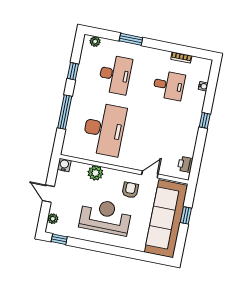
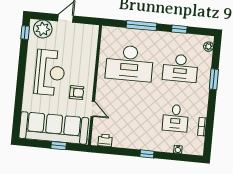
water cooler: (64, 165) -> (93, 30), removed
plant: (95, 173) -> (89, 59), removed
plant: (53, 219) -> (43, 29), width x1.88, depth x1.88

